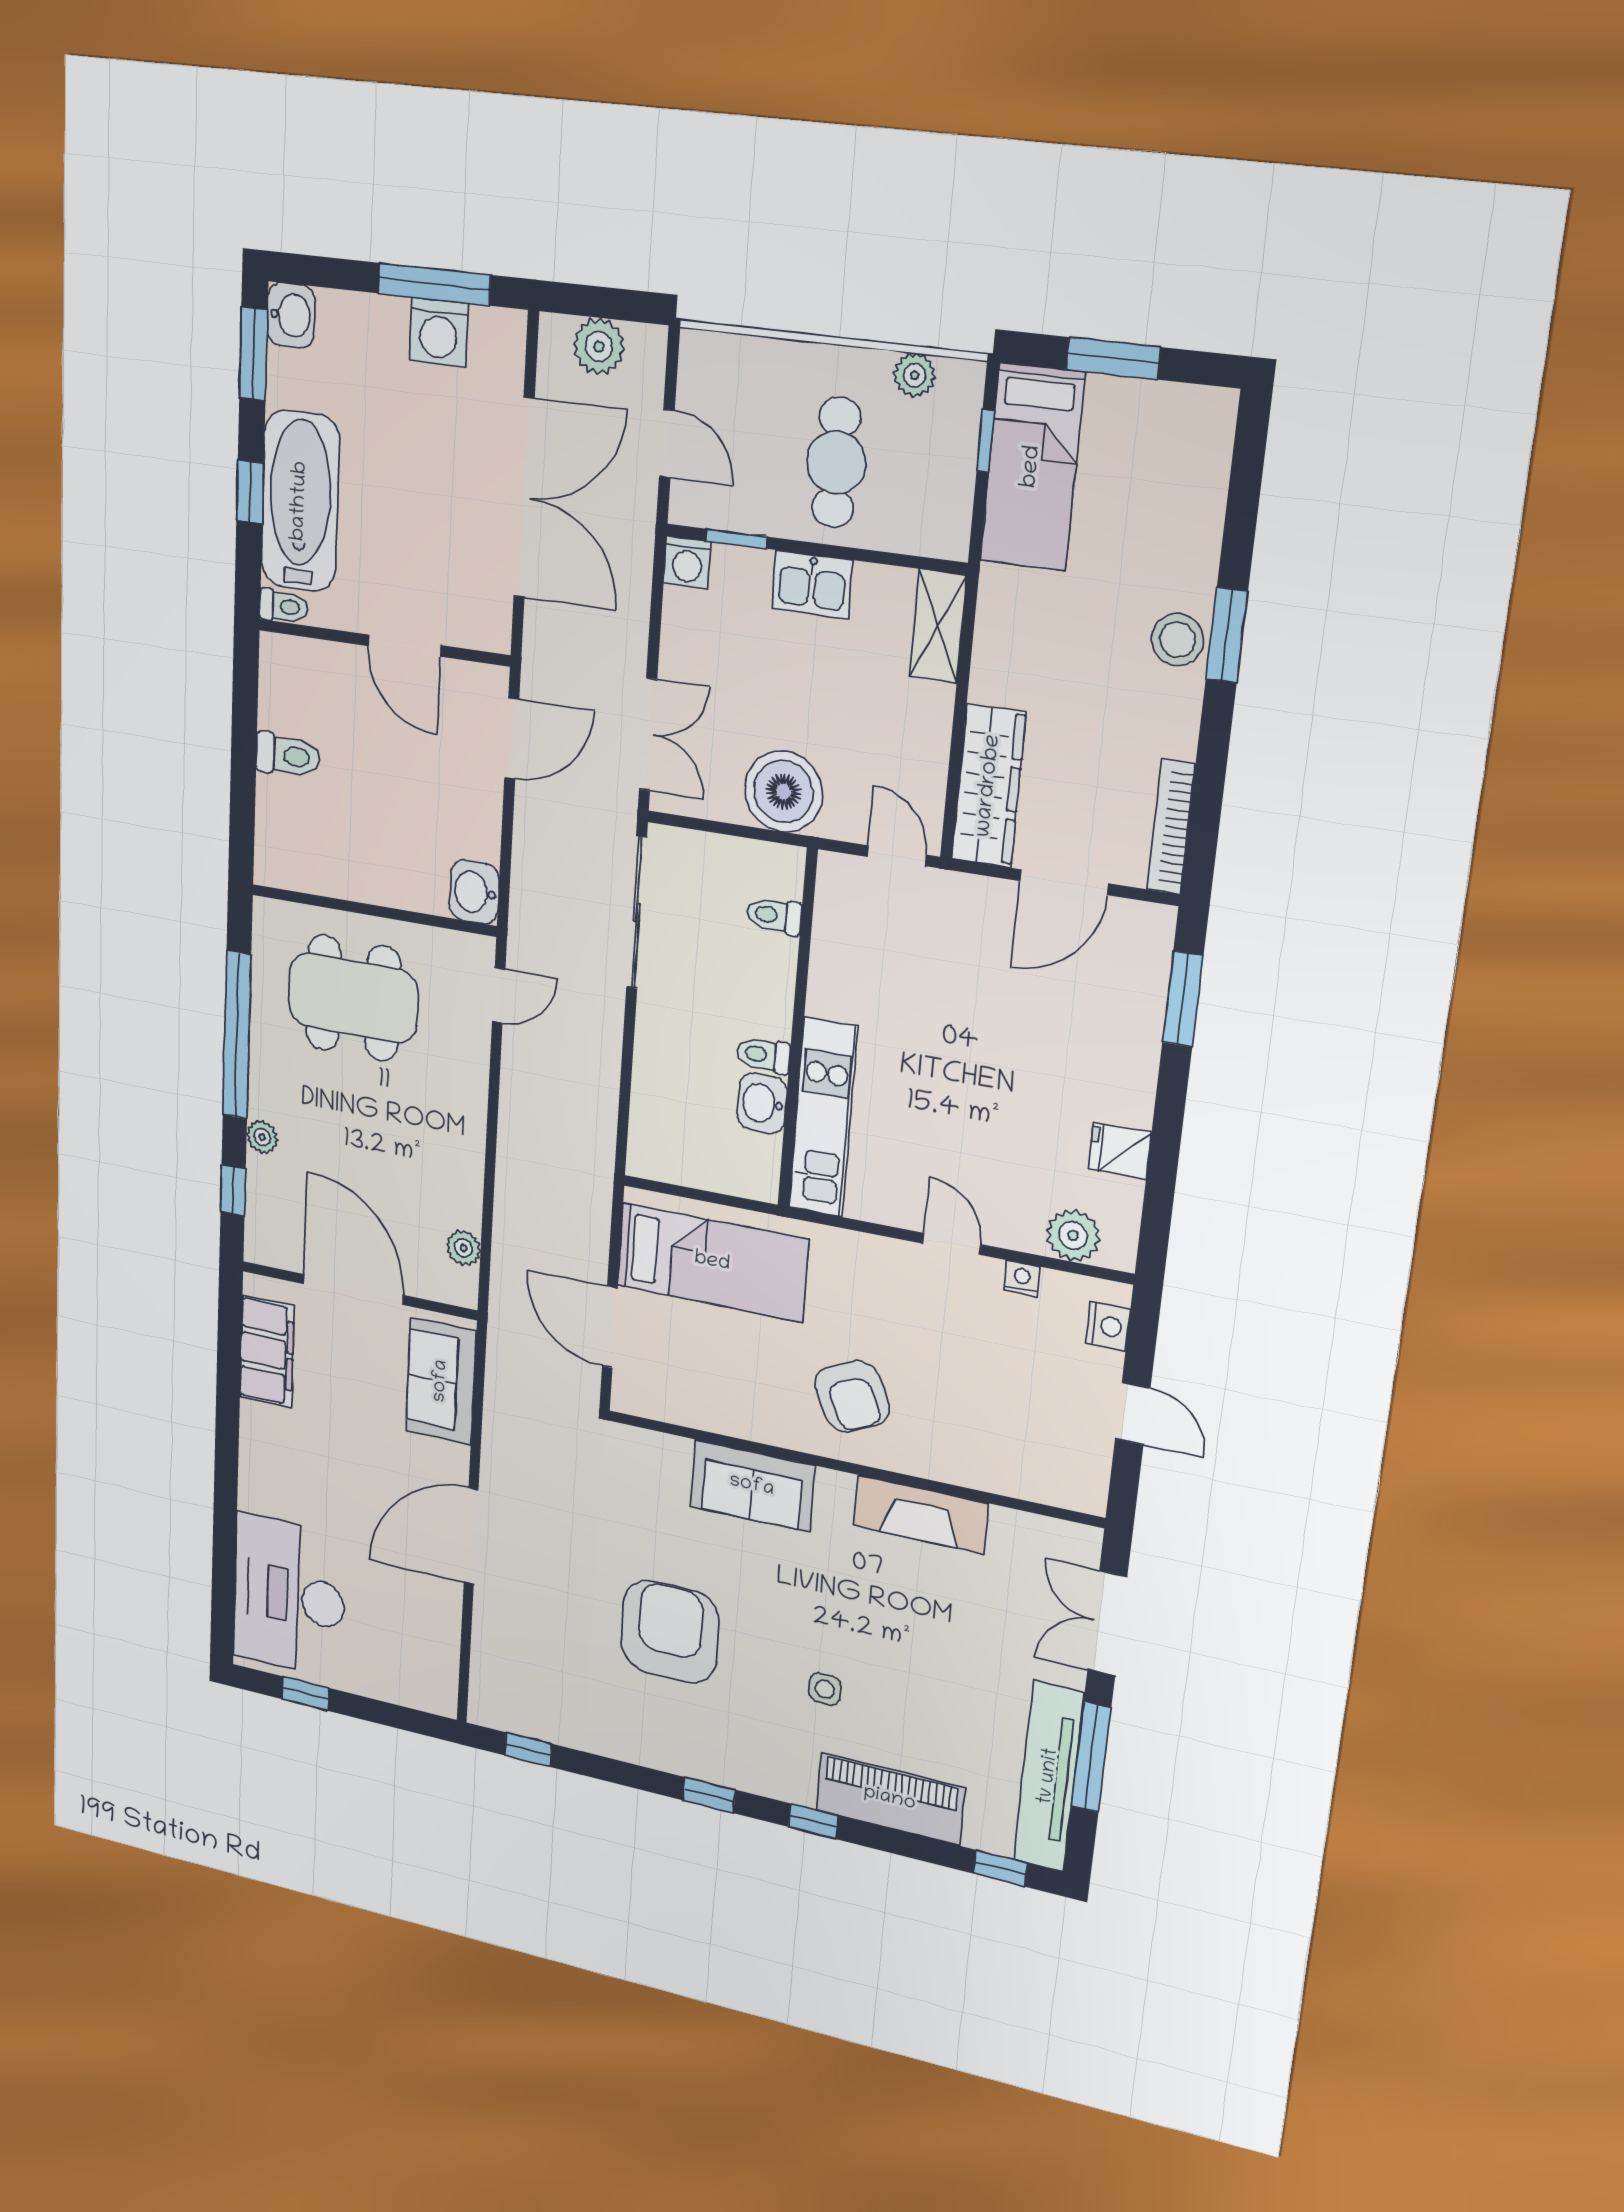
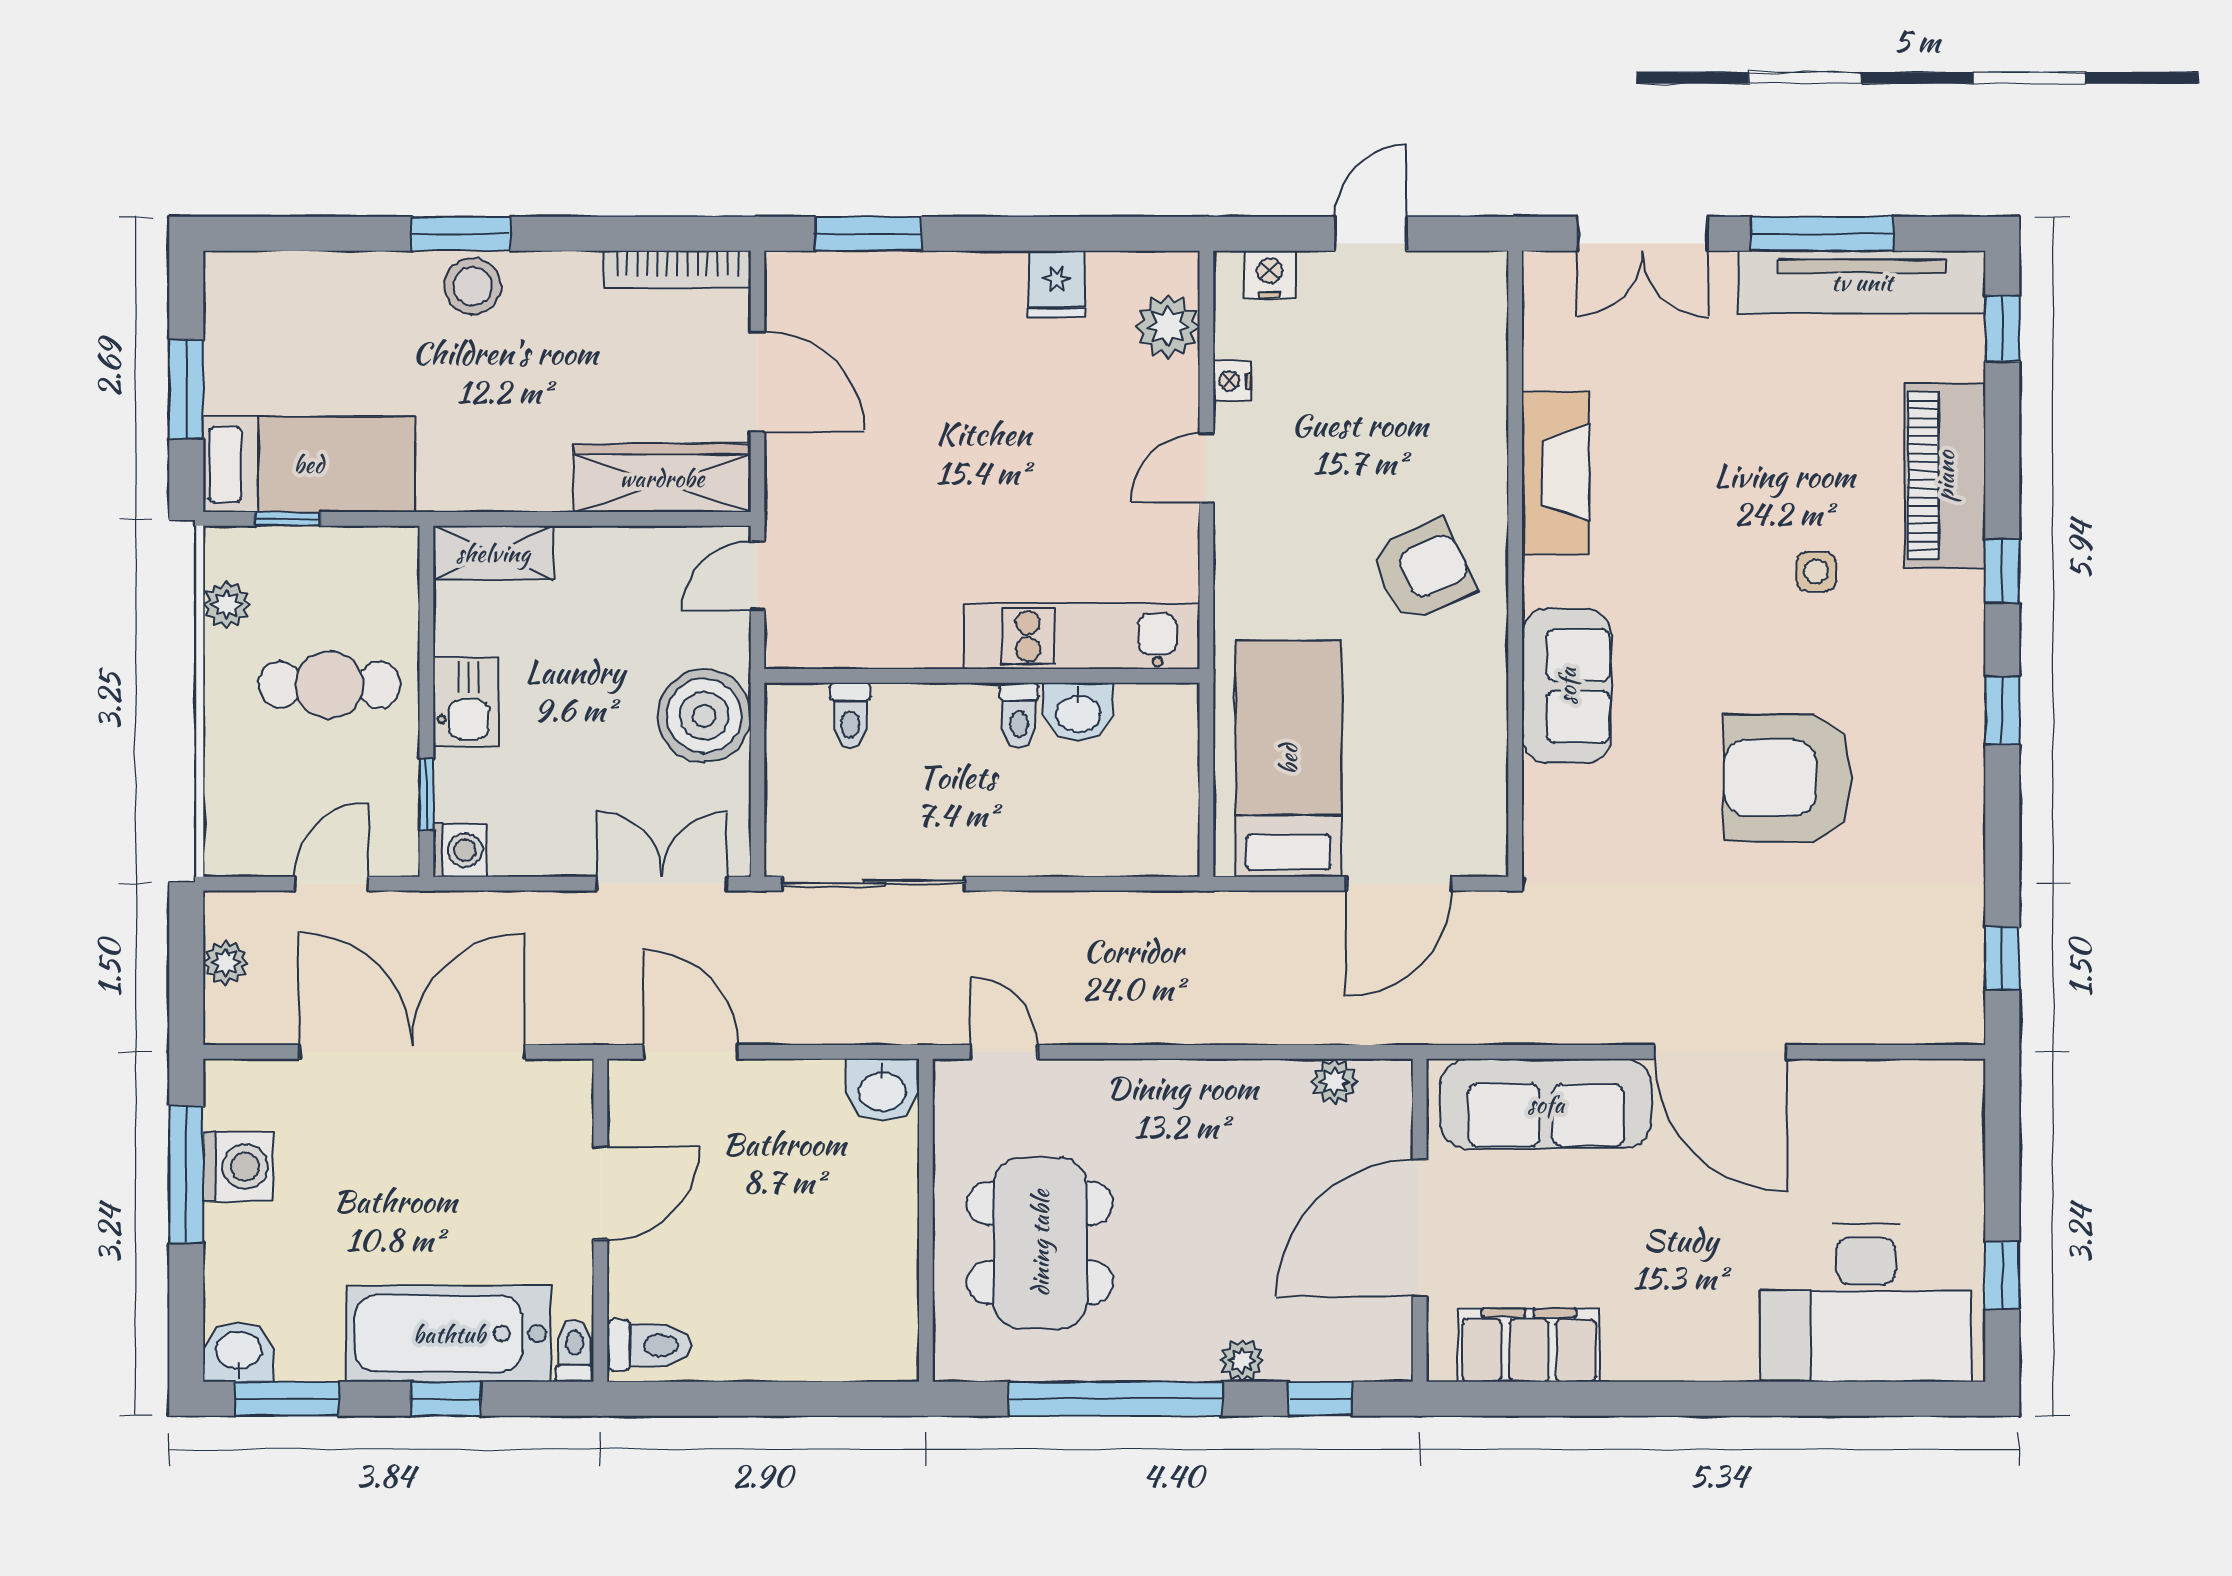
plant: (599, 346) -> (226, 963), width x0.73, depth x0.73
toilet: (288, 755) -> (649, 1345), moved, turned 90
sofa: (441, 1381) -> (1546, 1104), width x1.36

